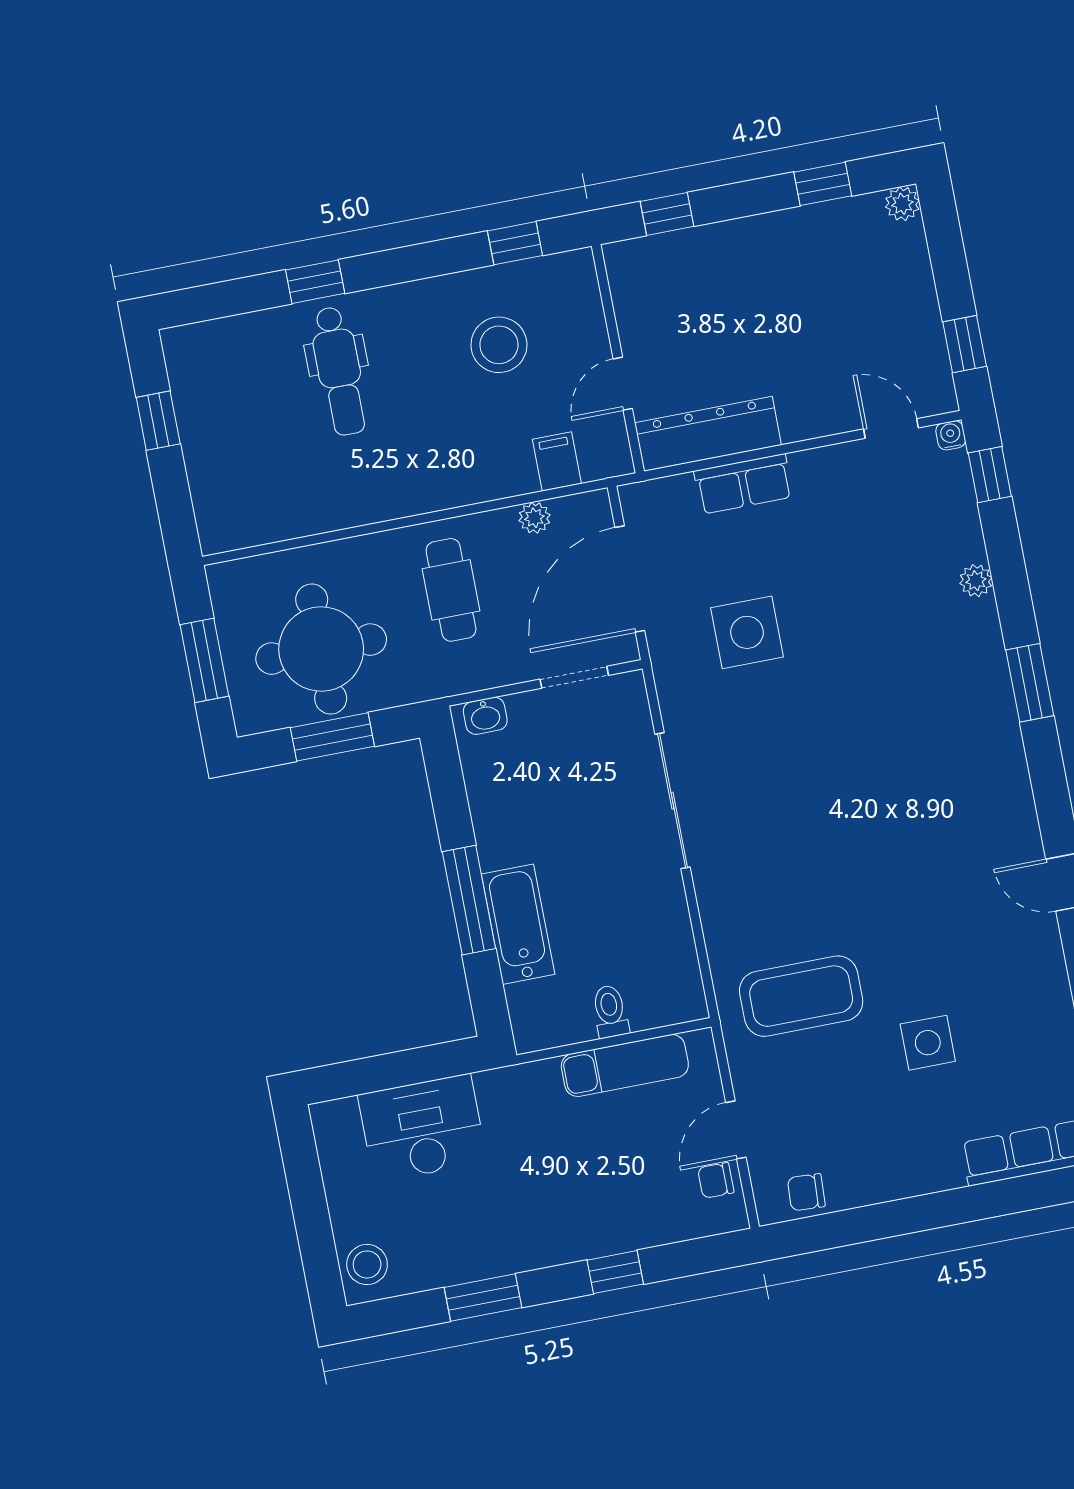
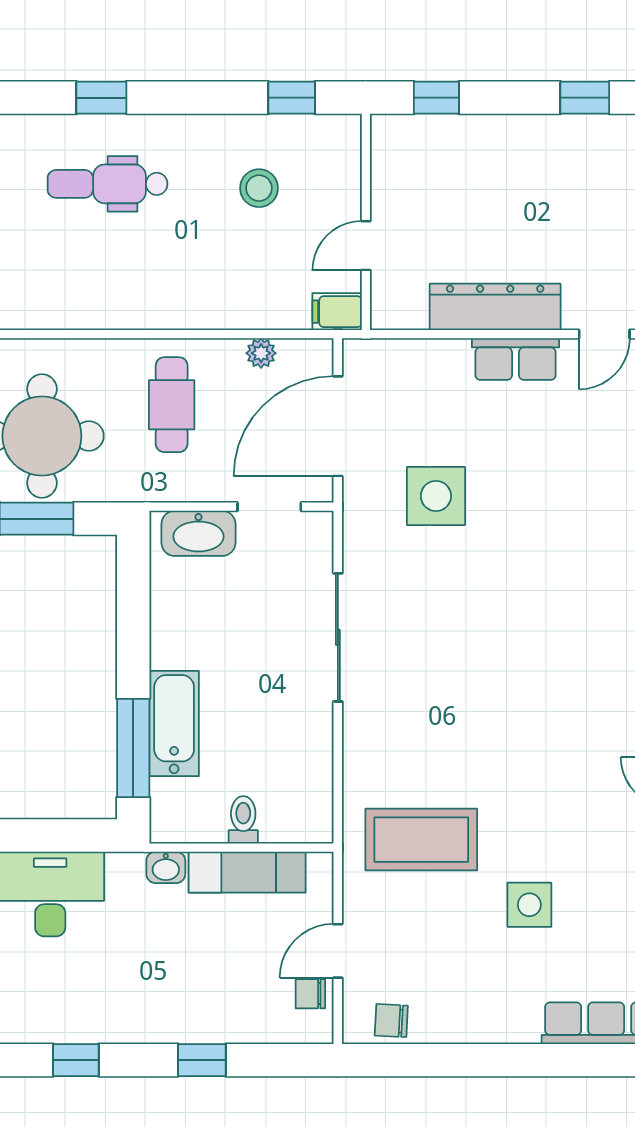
stool: (499, 345) -> (259, 188), width x0.73, depth x0.73
dental chair: (339, 371) -> (108, 184), turned 90
door: (891, 428) -> (604, 334), swing flipped
dresser: (708, 434) -> (495, 307), moved
filing cabinet: (557, 461) -> (337, 312), moved, turned -90
row of seats: (743, 484) -> (516, 359), moved
washbasin: (485, 716) -> (198, 533), width x1.91, depth x1.45
window: (469, 900) -> (133, 748), moved
washbasin: (538, 1077) -> (166, 867), added
window: (483, 1298) -> (76, 1060), width x0.67

